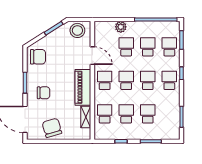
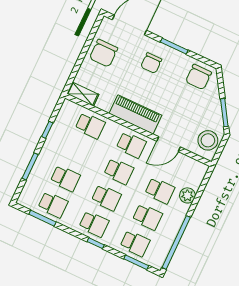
school desk: (126, 114) -> (53, 205), moved
shelving: (86, 117) -> (83, 94), moved
chair: (52, 128) -> (104, 53), turned 106

